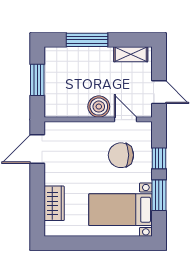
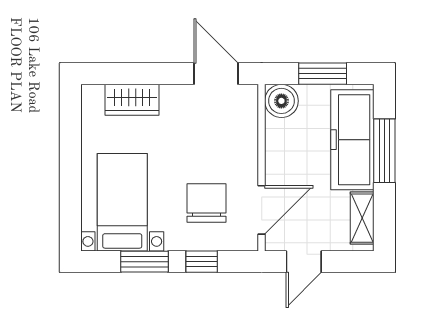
freezer: (80, 61) -> (352, 140), added
boiler: (99, 107) -> (281, 101), moved
door: (125, 119) -> (262, 210), width x1.38

